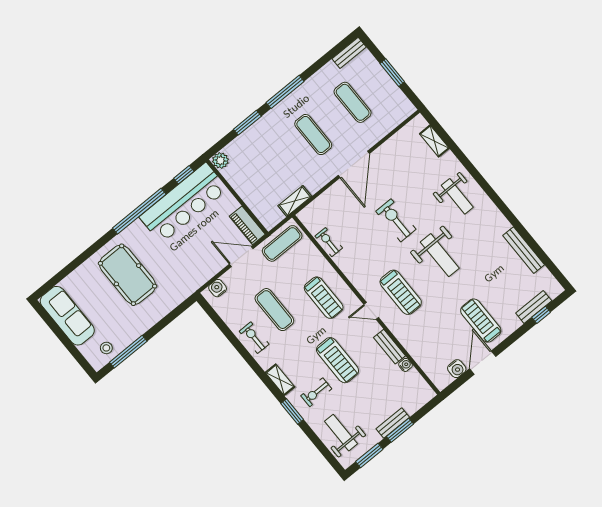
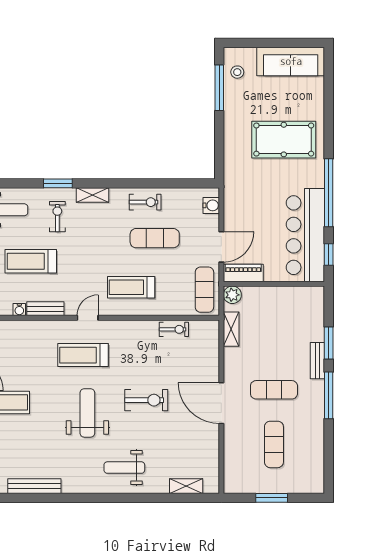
bench: (349, 53) -> (317, 361), moved
exercise mat: (353, 102) -> (274, 444), turned 90
plant: (220, 160) -> (232, 295), moved
weight bench: (440, 255) -> (87, 413), turned 90
treadmill: (337, 360) -> (31, 261), moved

